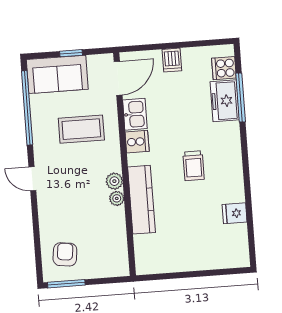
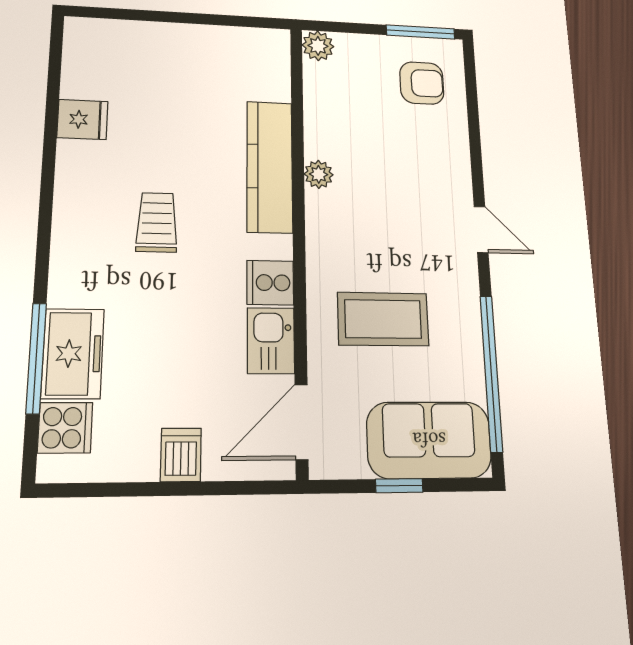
plant: (114, 181) -> (318, 46), moved
armchair: (65, 254) -> (422, 83), turned -97

